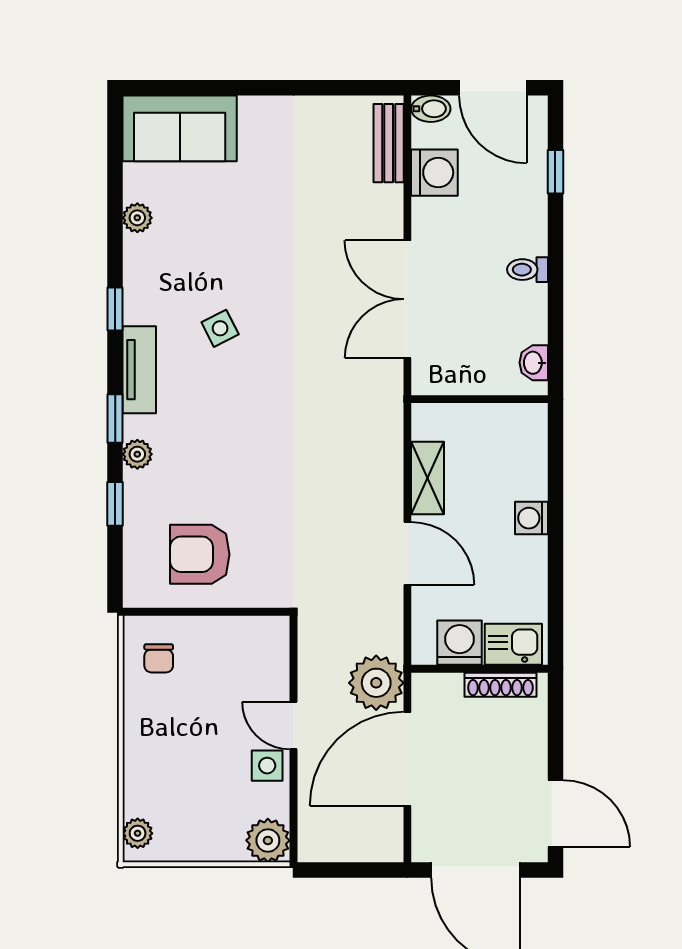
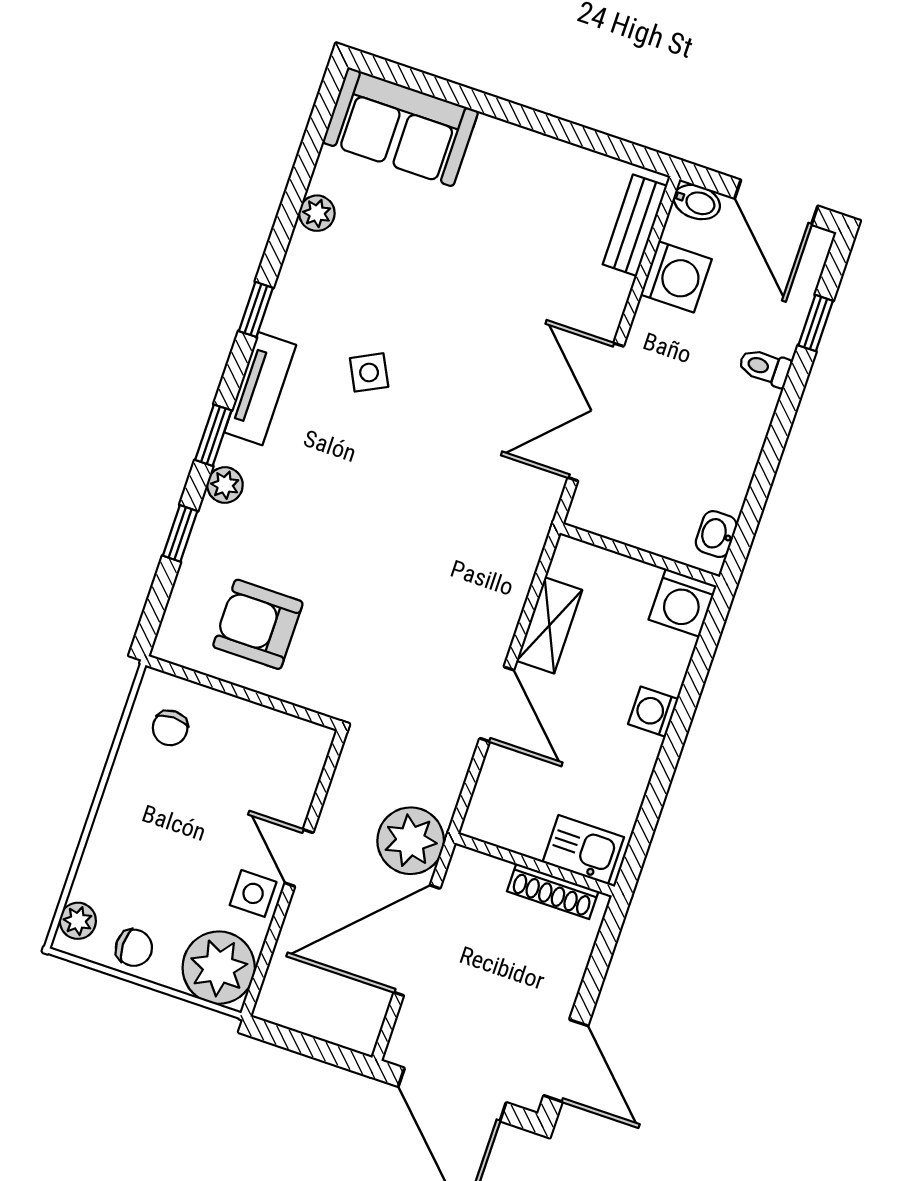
toilet: (528, 270) -> (765, 367), moved
washing machine: (460, 643) -> (683, 603), moved, turned 180
chair: (188, 839) -> (134, 948), added
plant: (268, 840) -> (219, 968), width x1.36, depth x1.36

